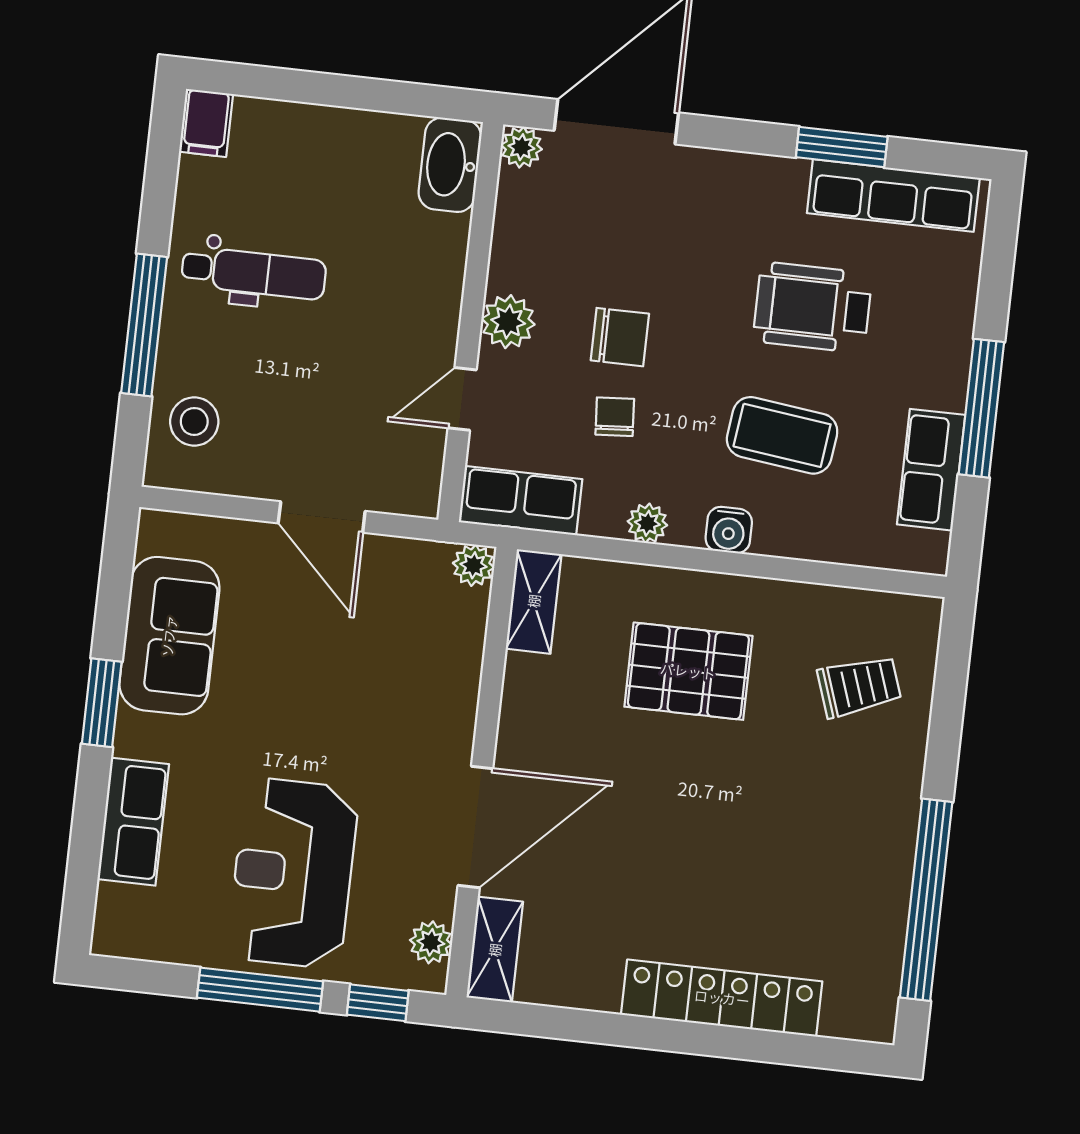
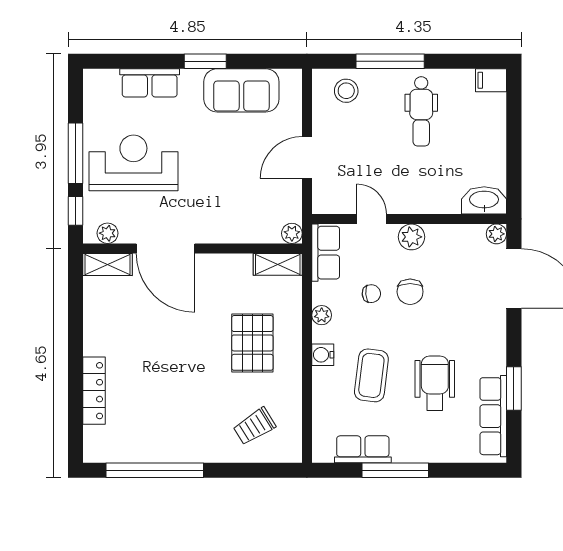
trolley: (859, 686) -> (254, 426), turned 77
locker: (722, 998) -> (94, 391), width x0.71, depth x0.83

